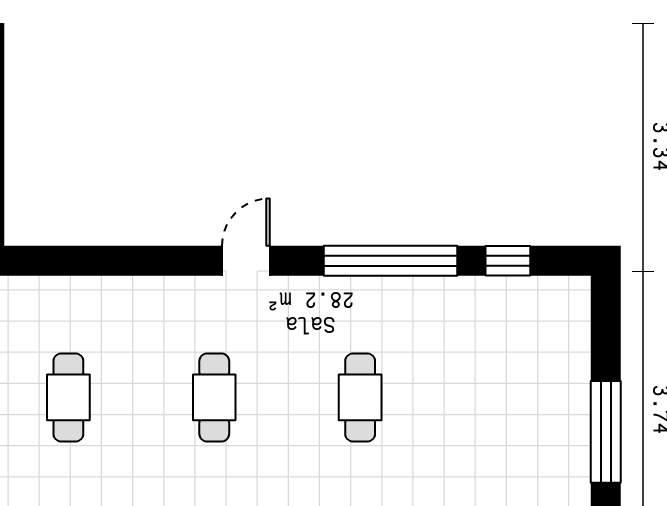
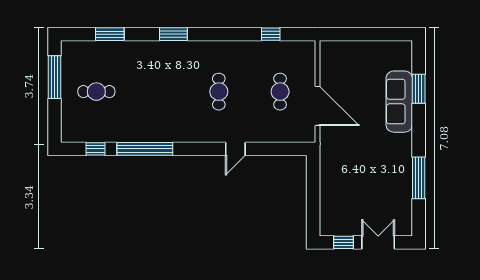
door: (246, 261) -> (235, 149), moved
cafe table: (360, 397) -> (96, 92), moved, turned 90

